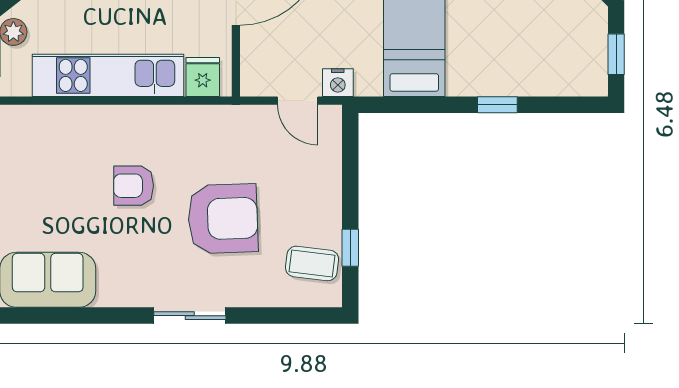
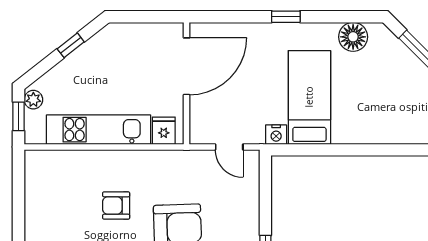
nightstand: (338, 83) -> (276, 135), moved
window: (497, 105) -> (367, 150), removed

